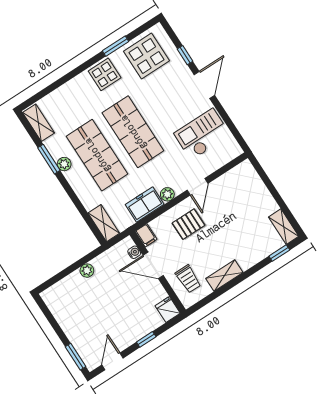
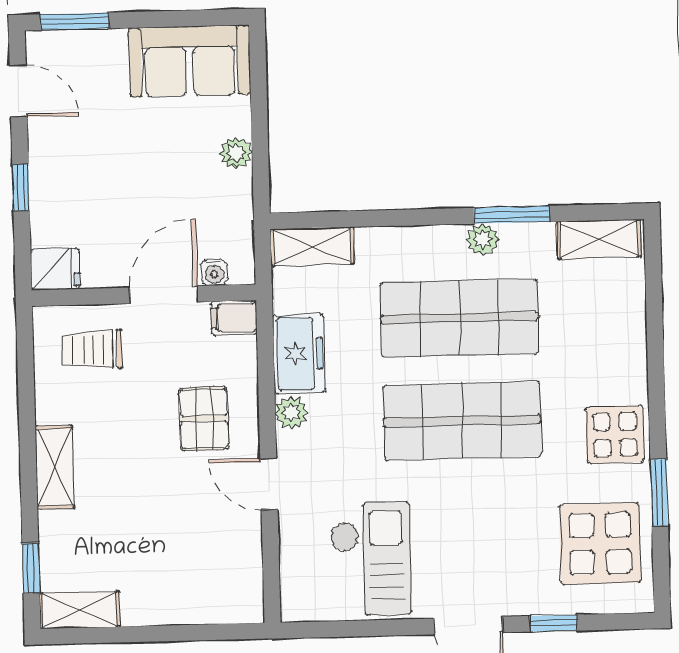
shelving: (224, 275) -> (55, 467), moved
sofa: (64, 307) -> (190, 61), added

